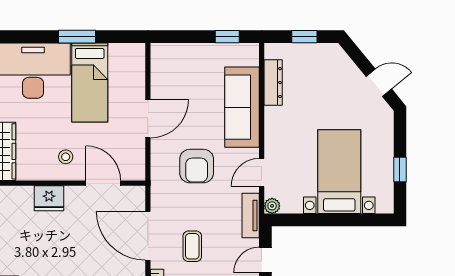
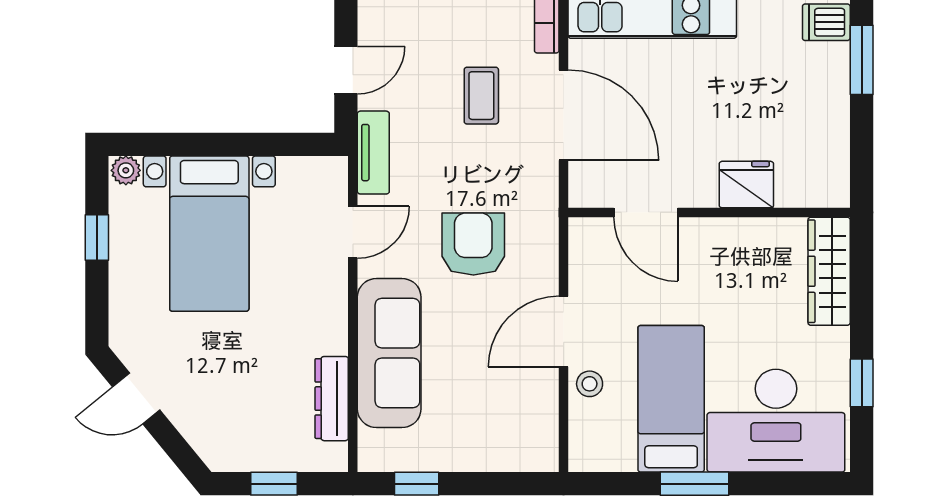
stool: (66, 157) -> (590, 384), moved
plant: (272, 206) -> (126, 170), moved

